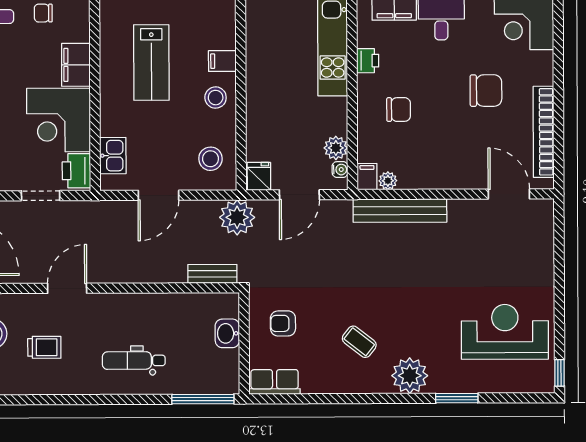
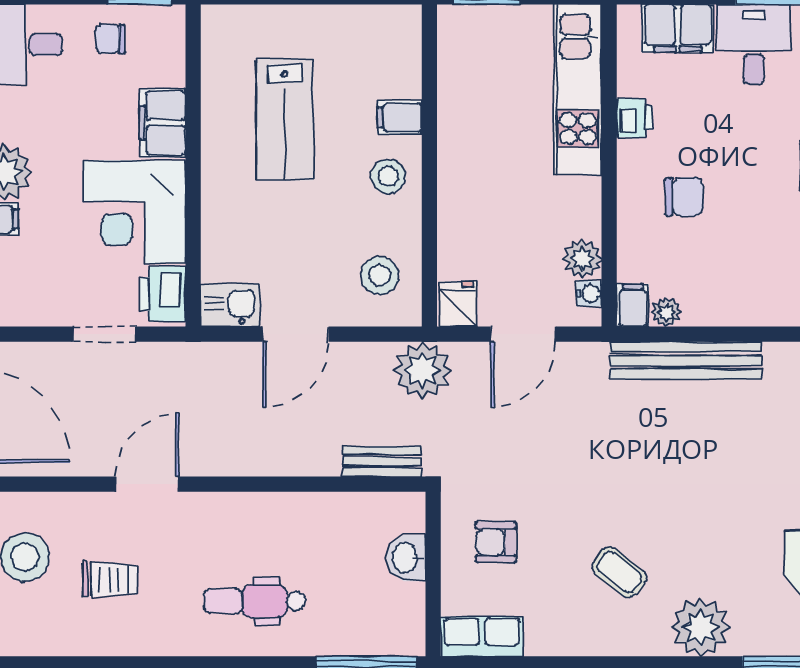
kitchen sink: (113, 156) -> (230, 305), moved, turned -90

